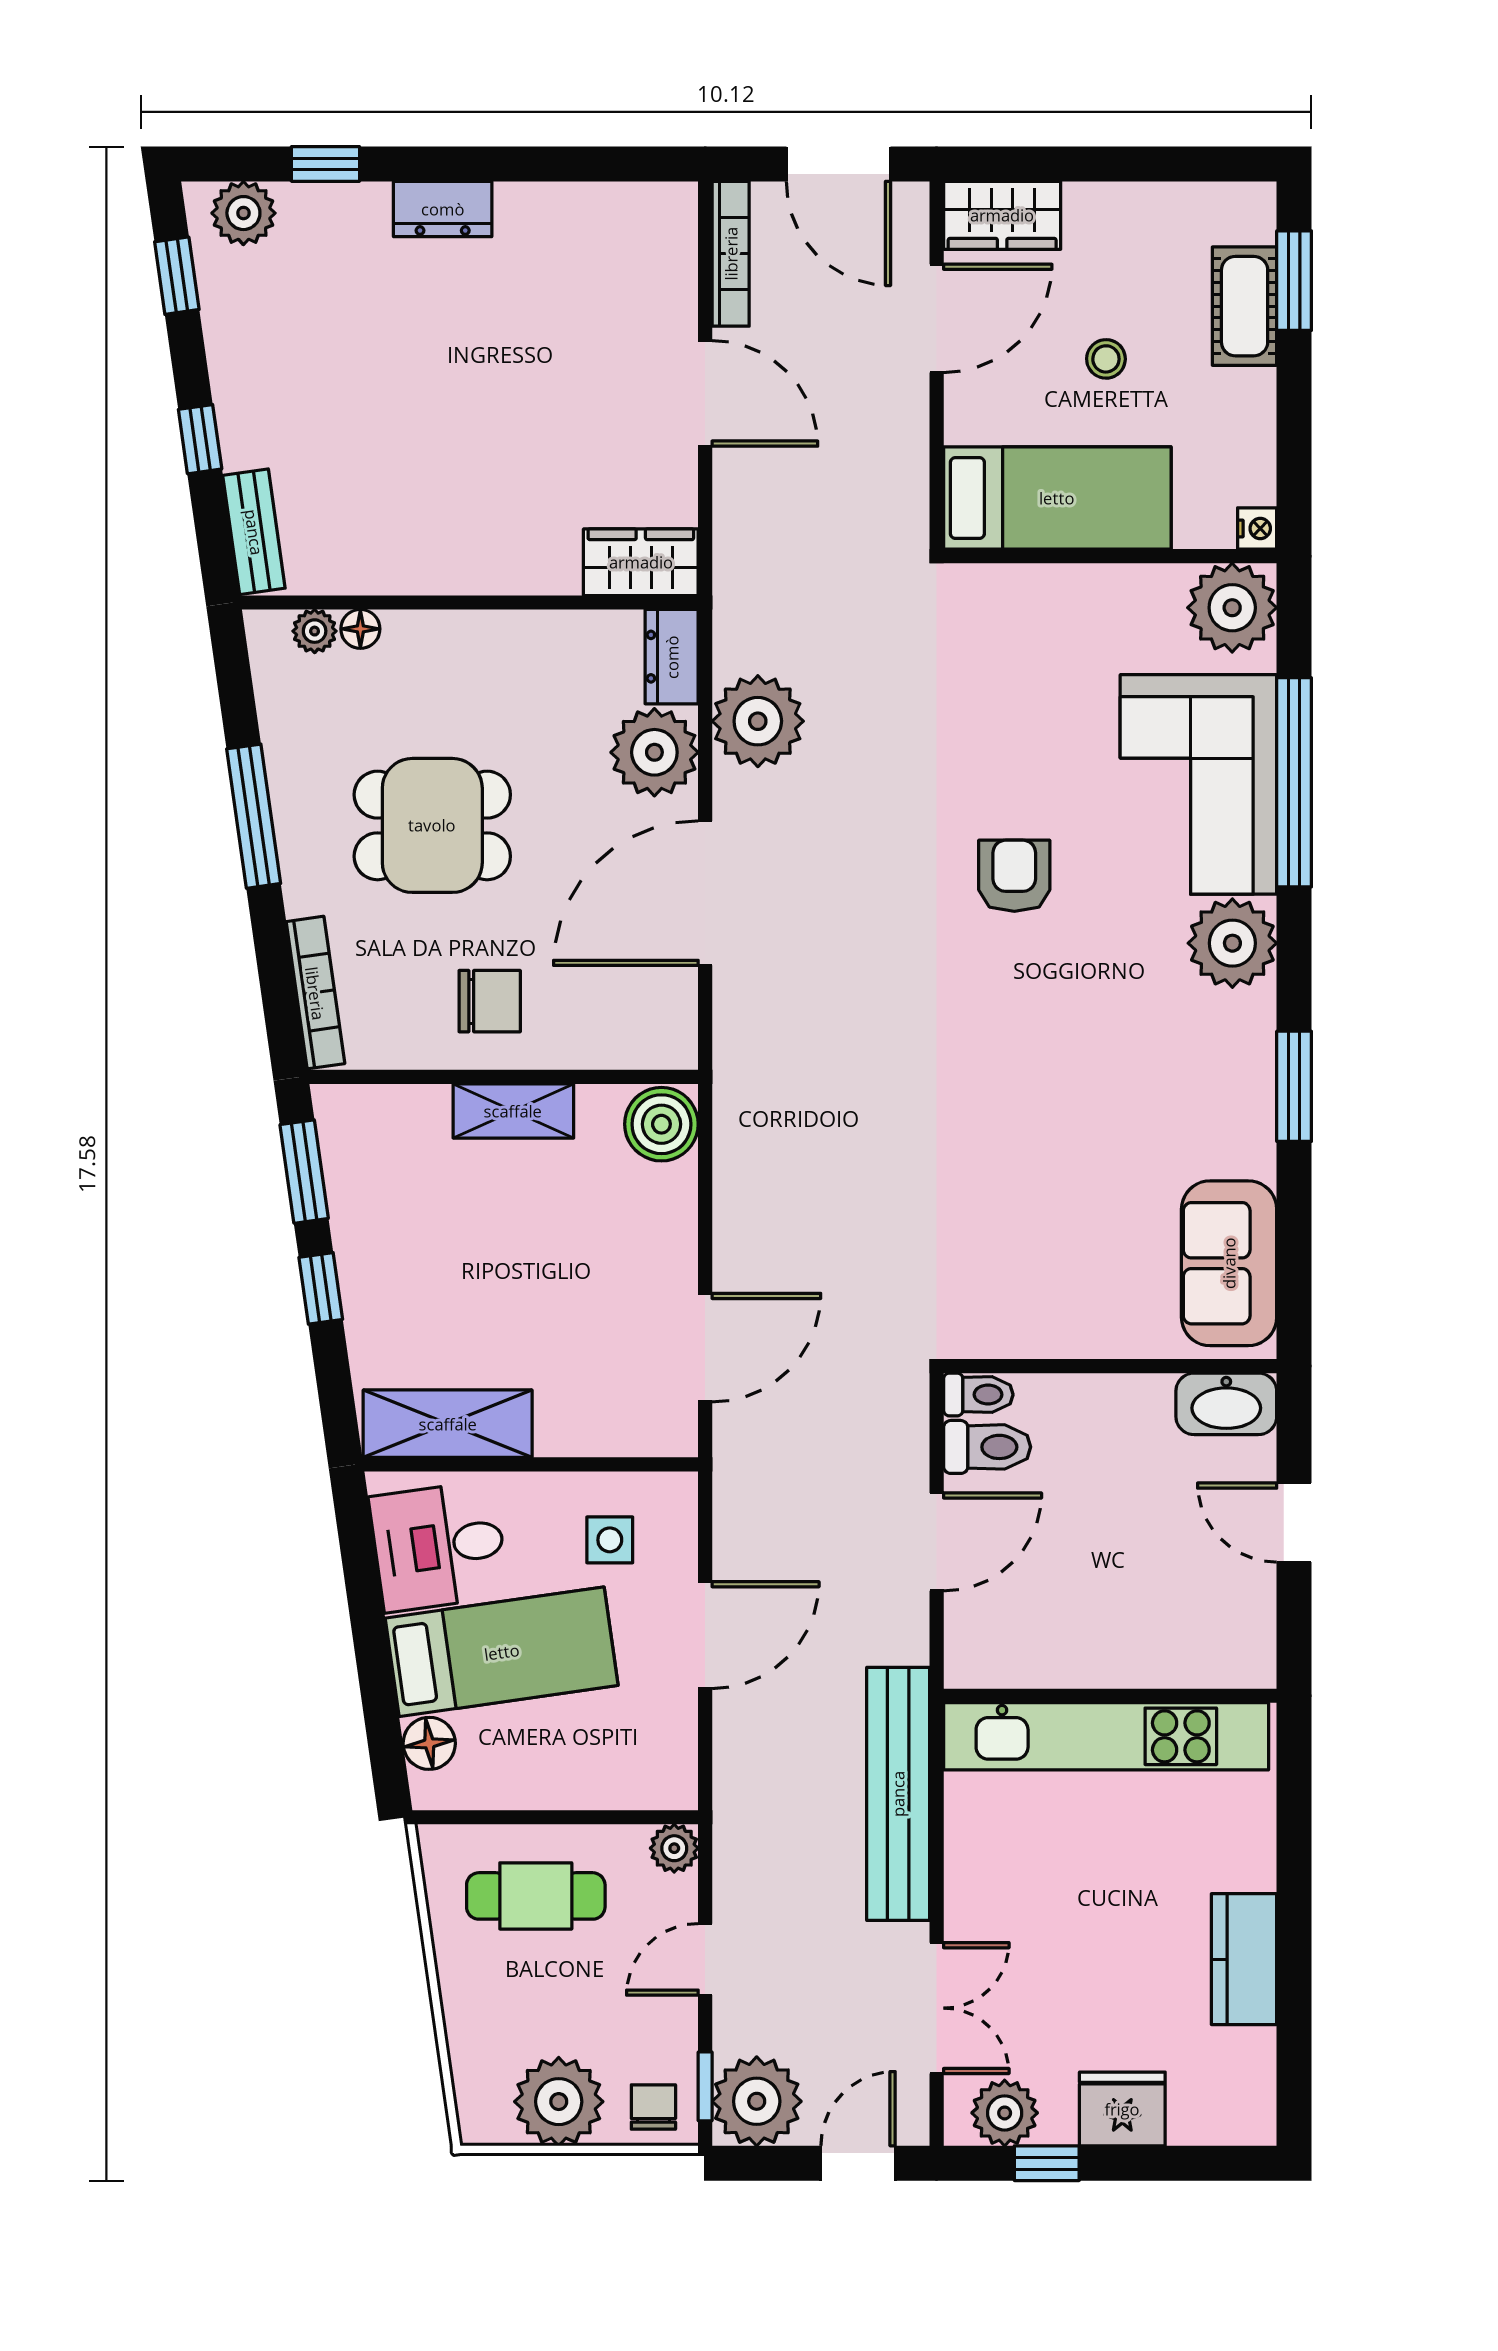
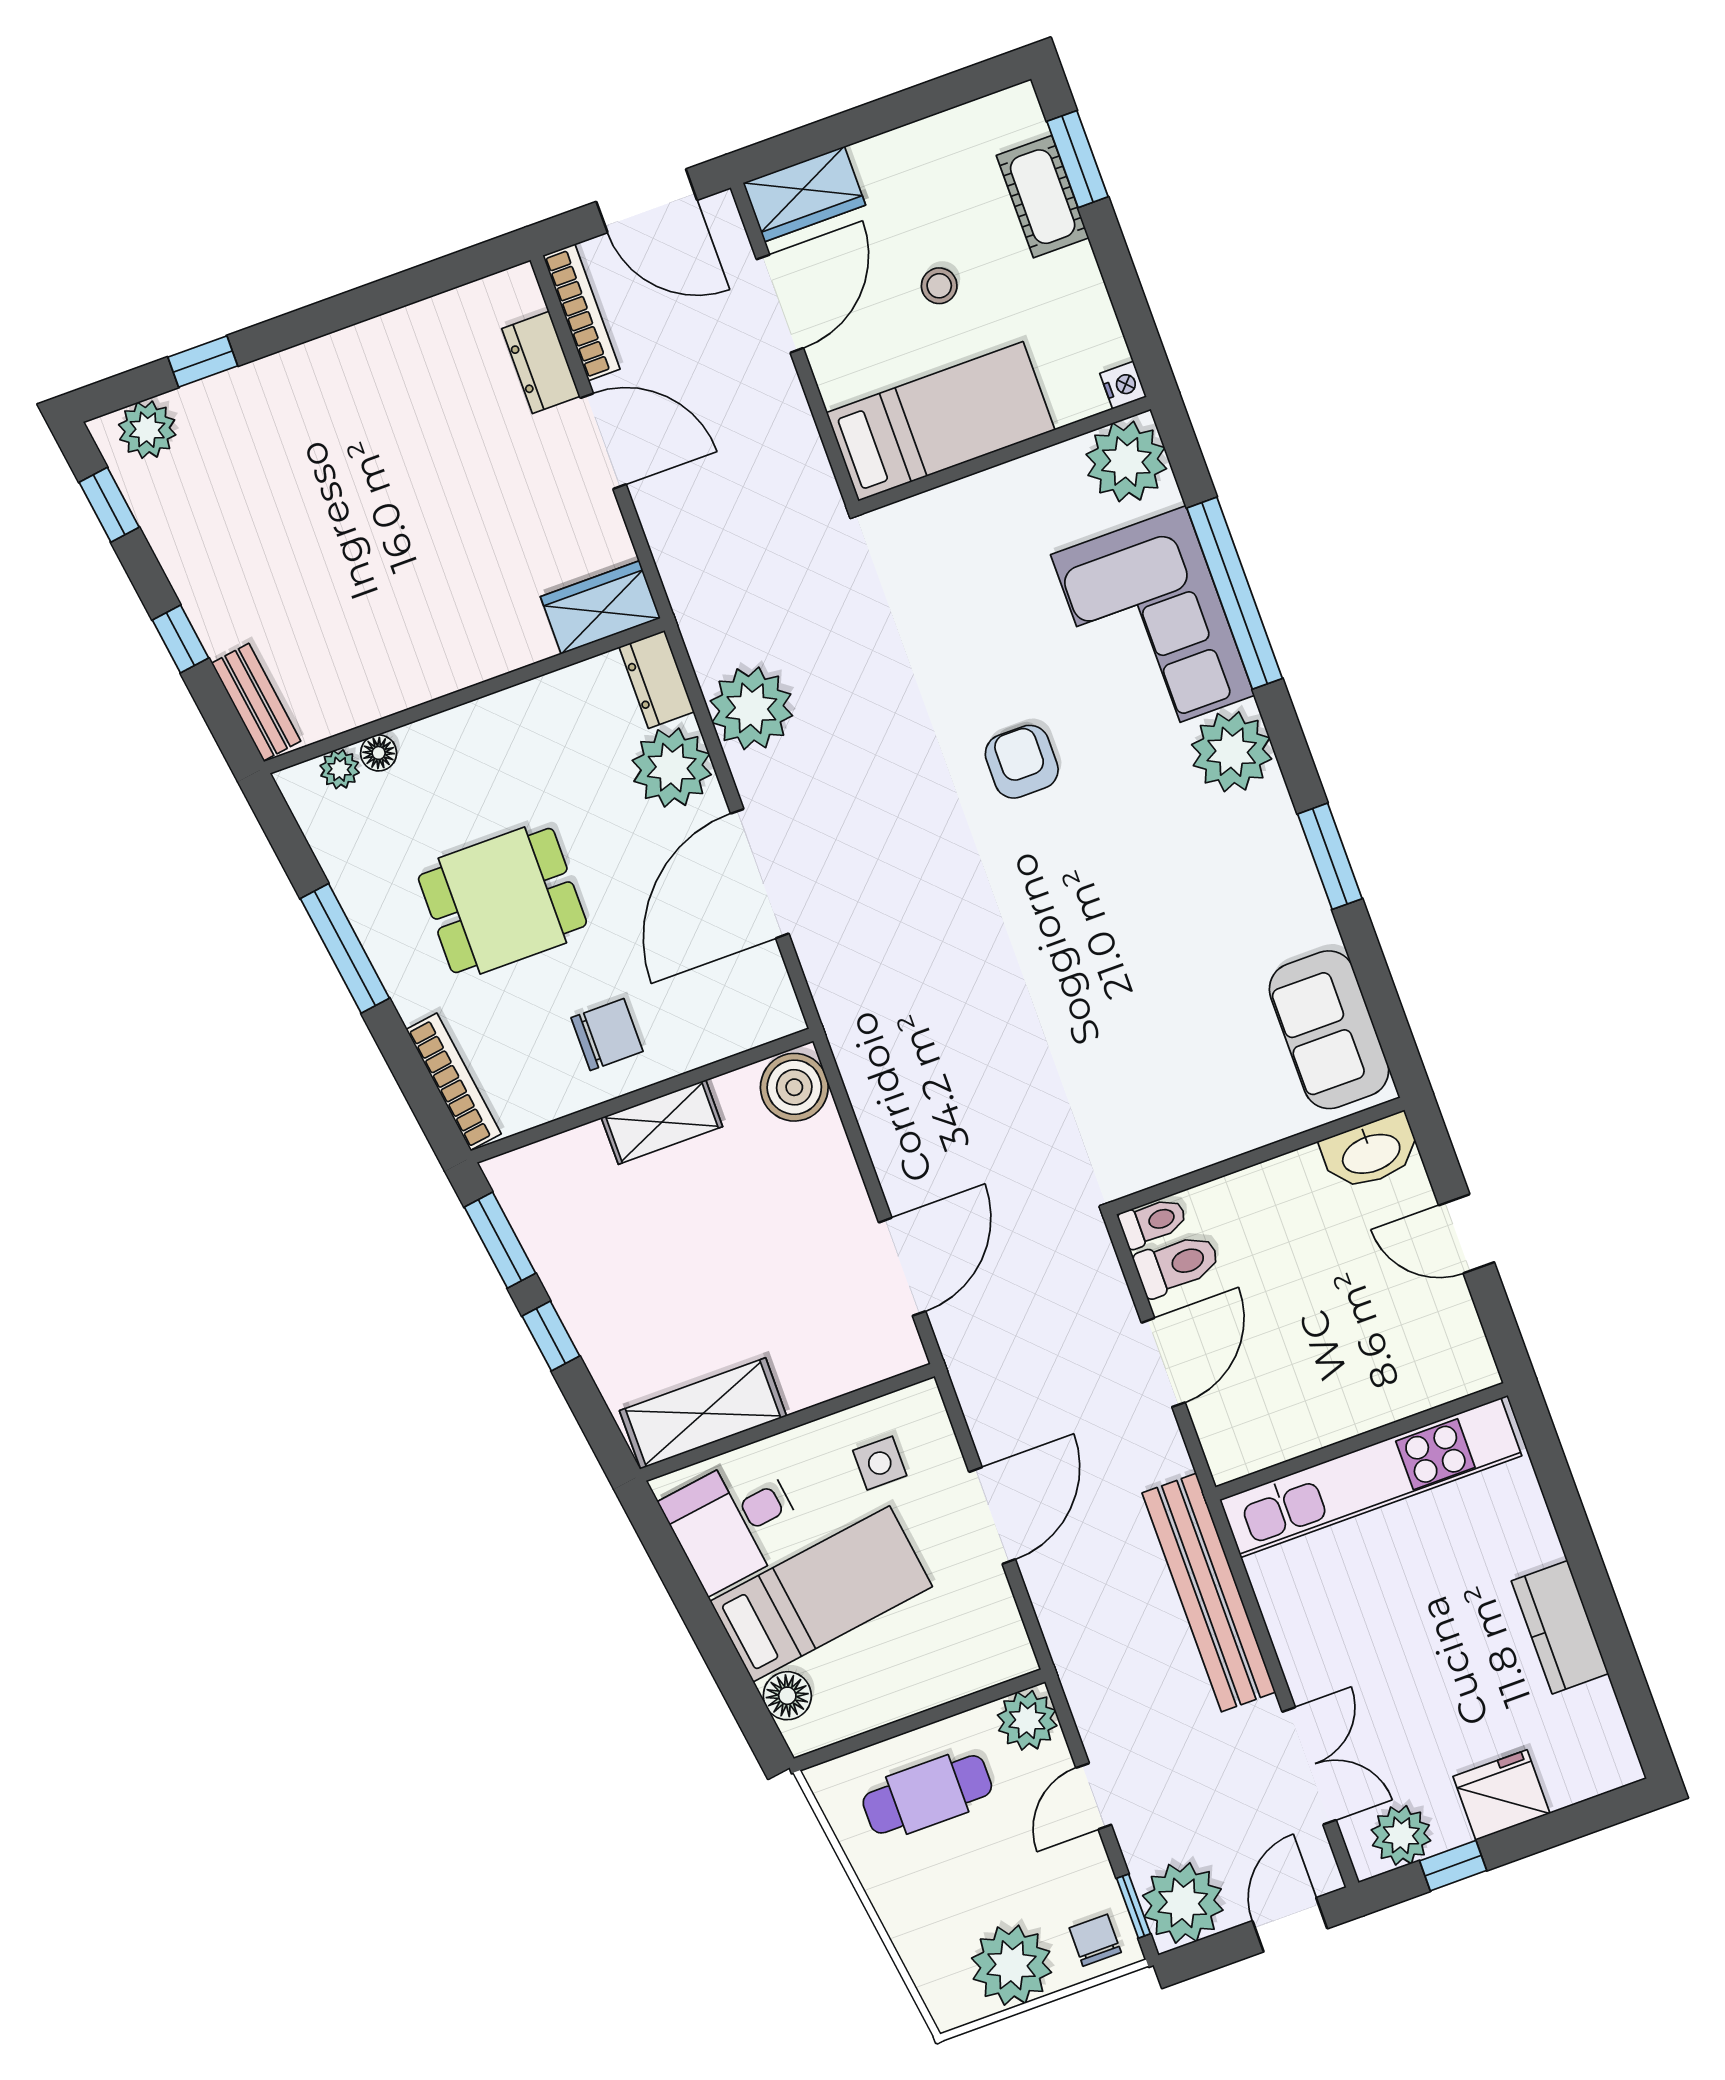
dresser: (443, 209) -> (541, 362), moved, turned 90
plant: (674, 1848) -> (1027, 1720), width x1.38, depth x1.38

